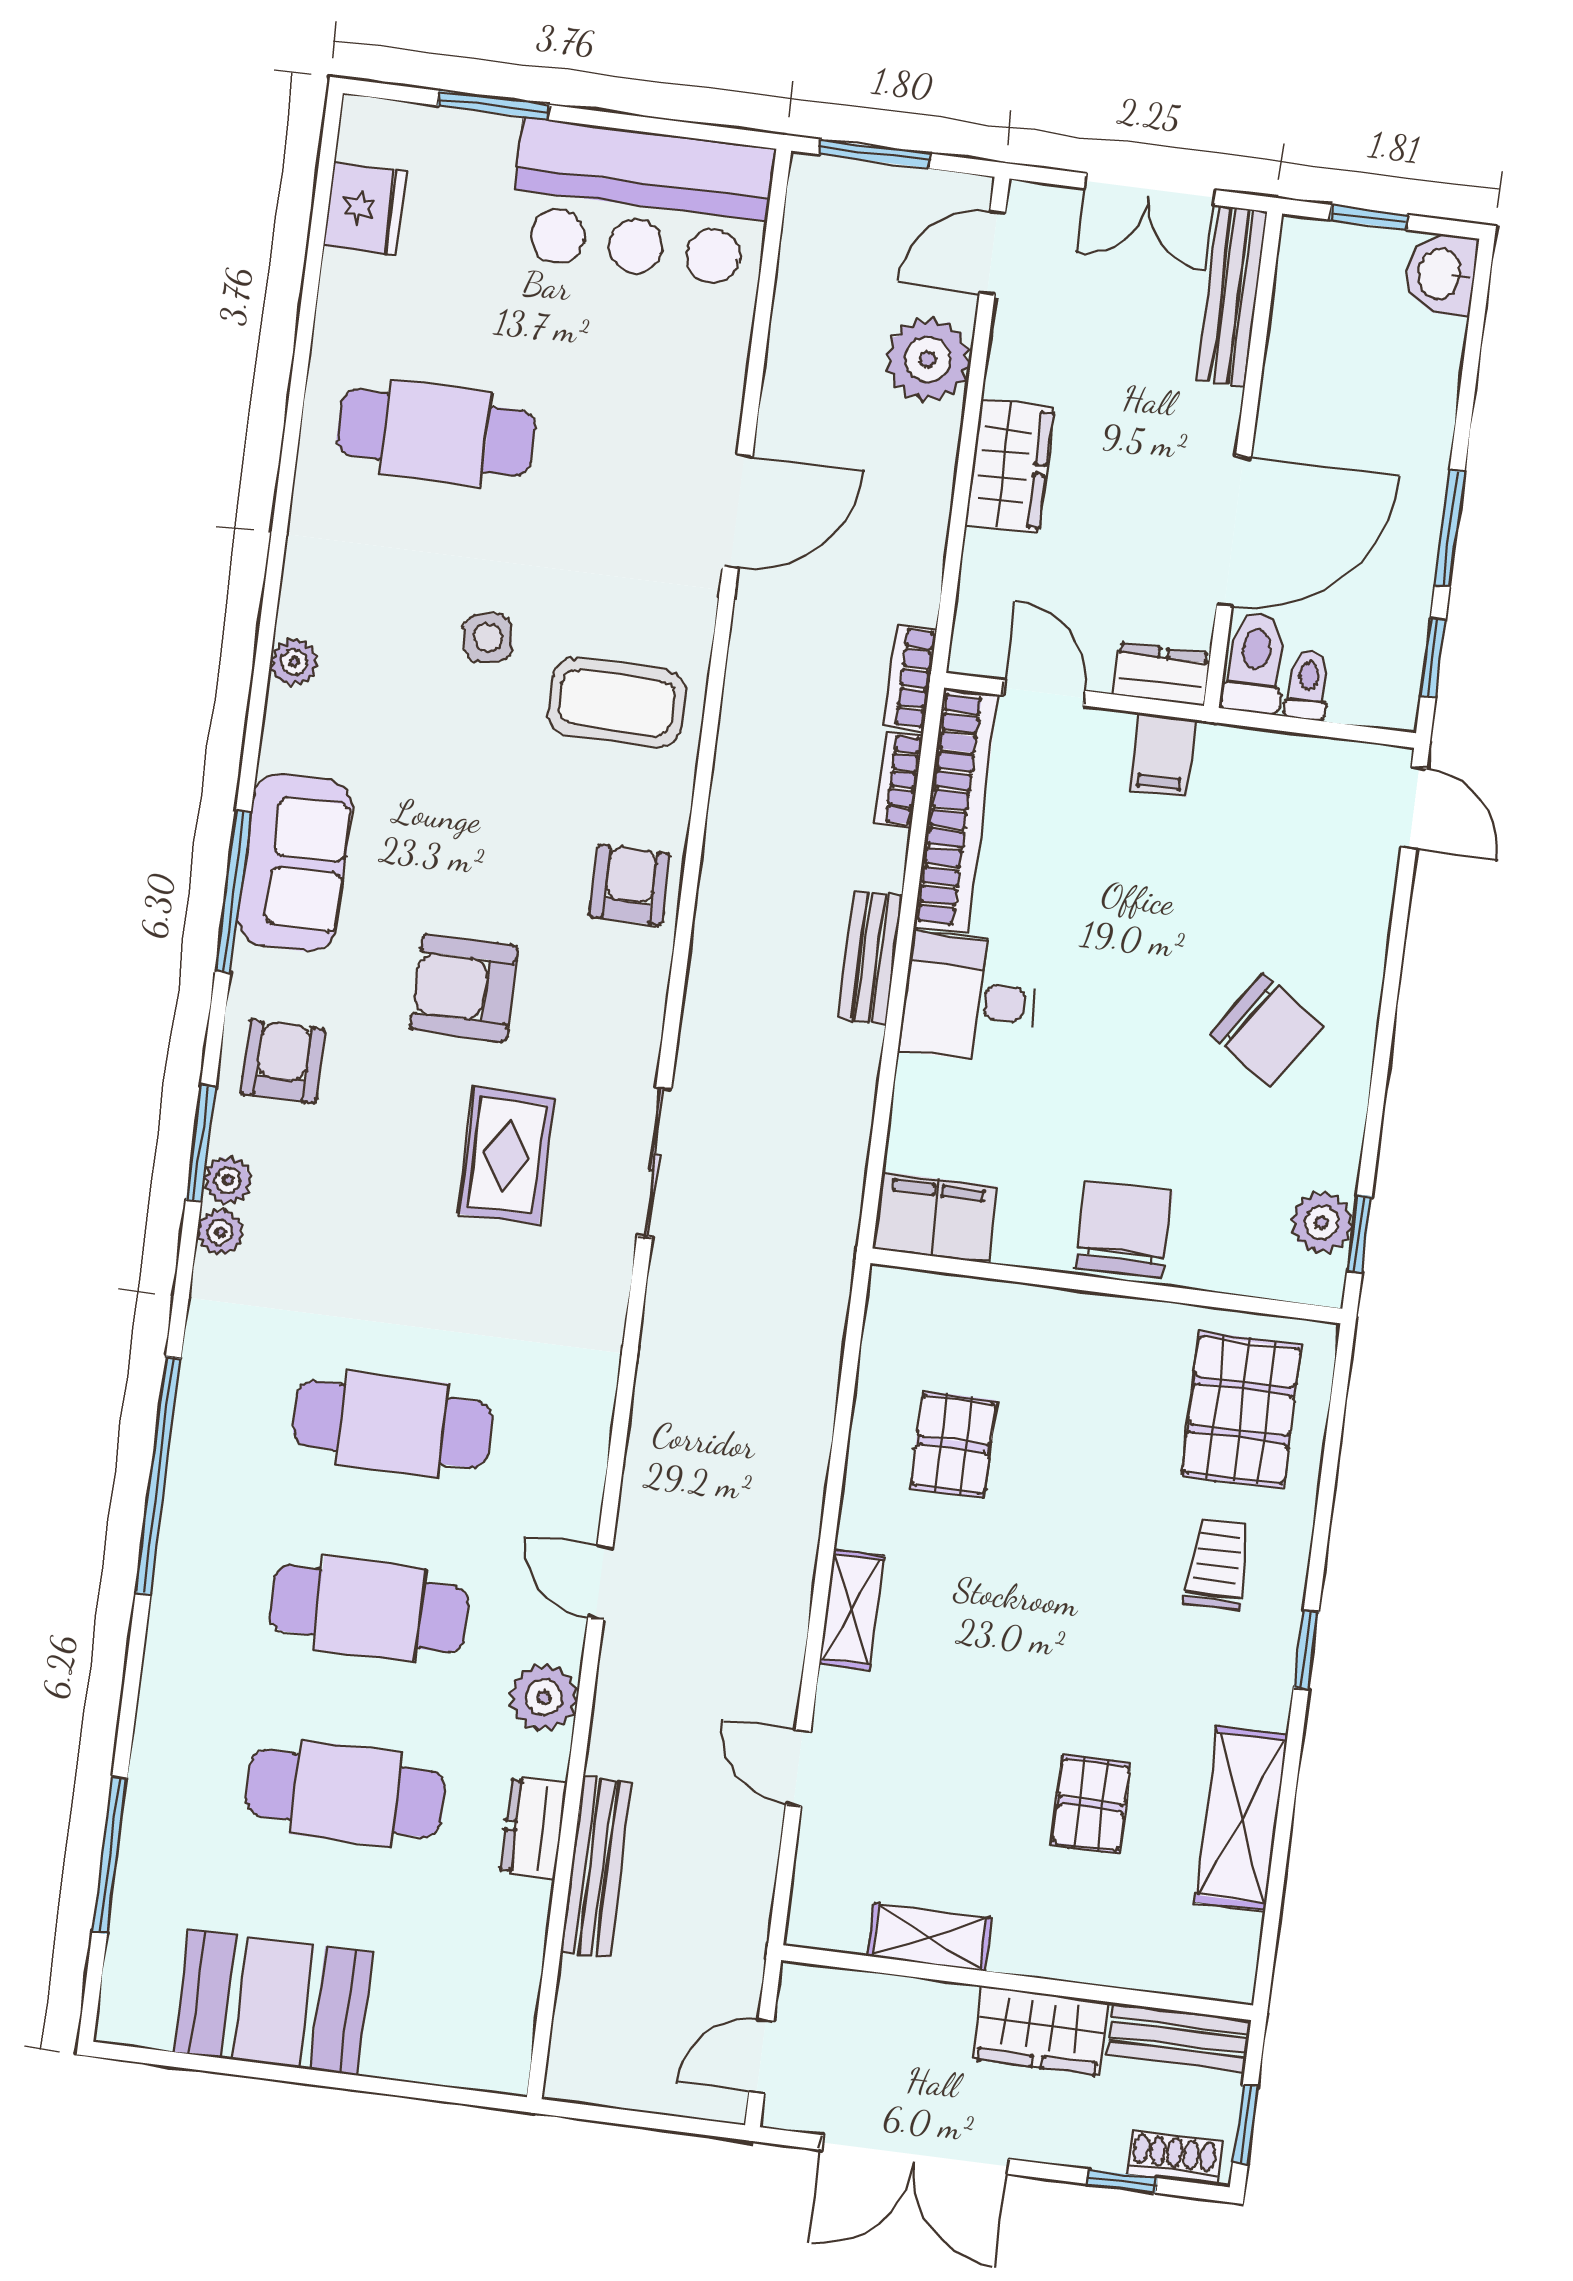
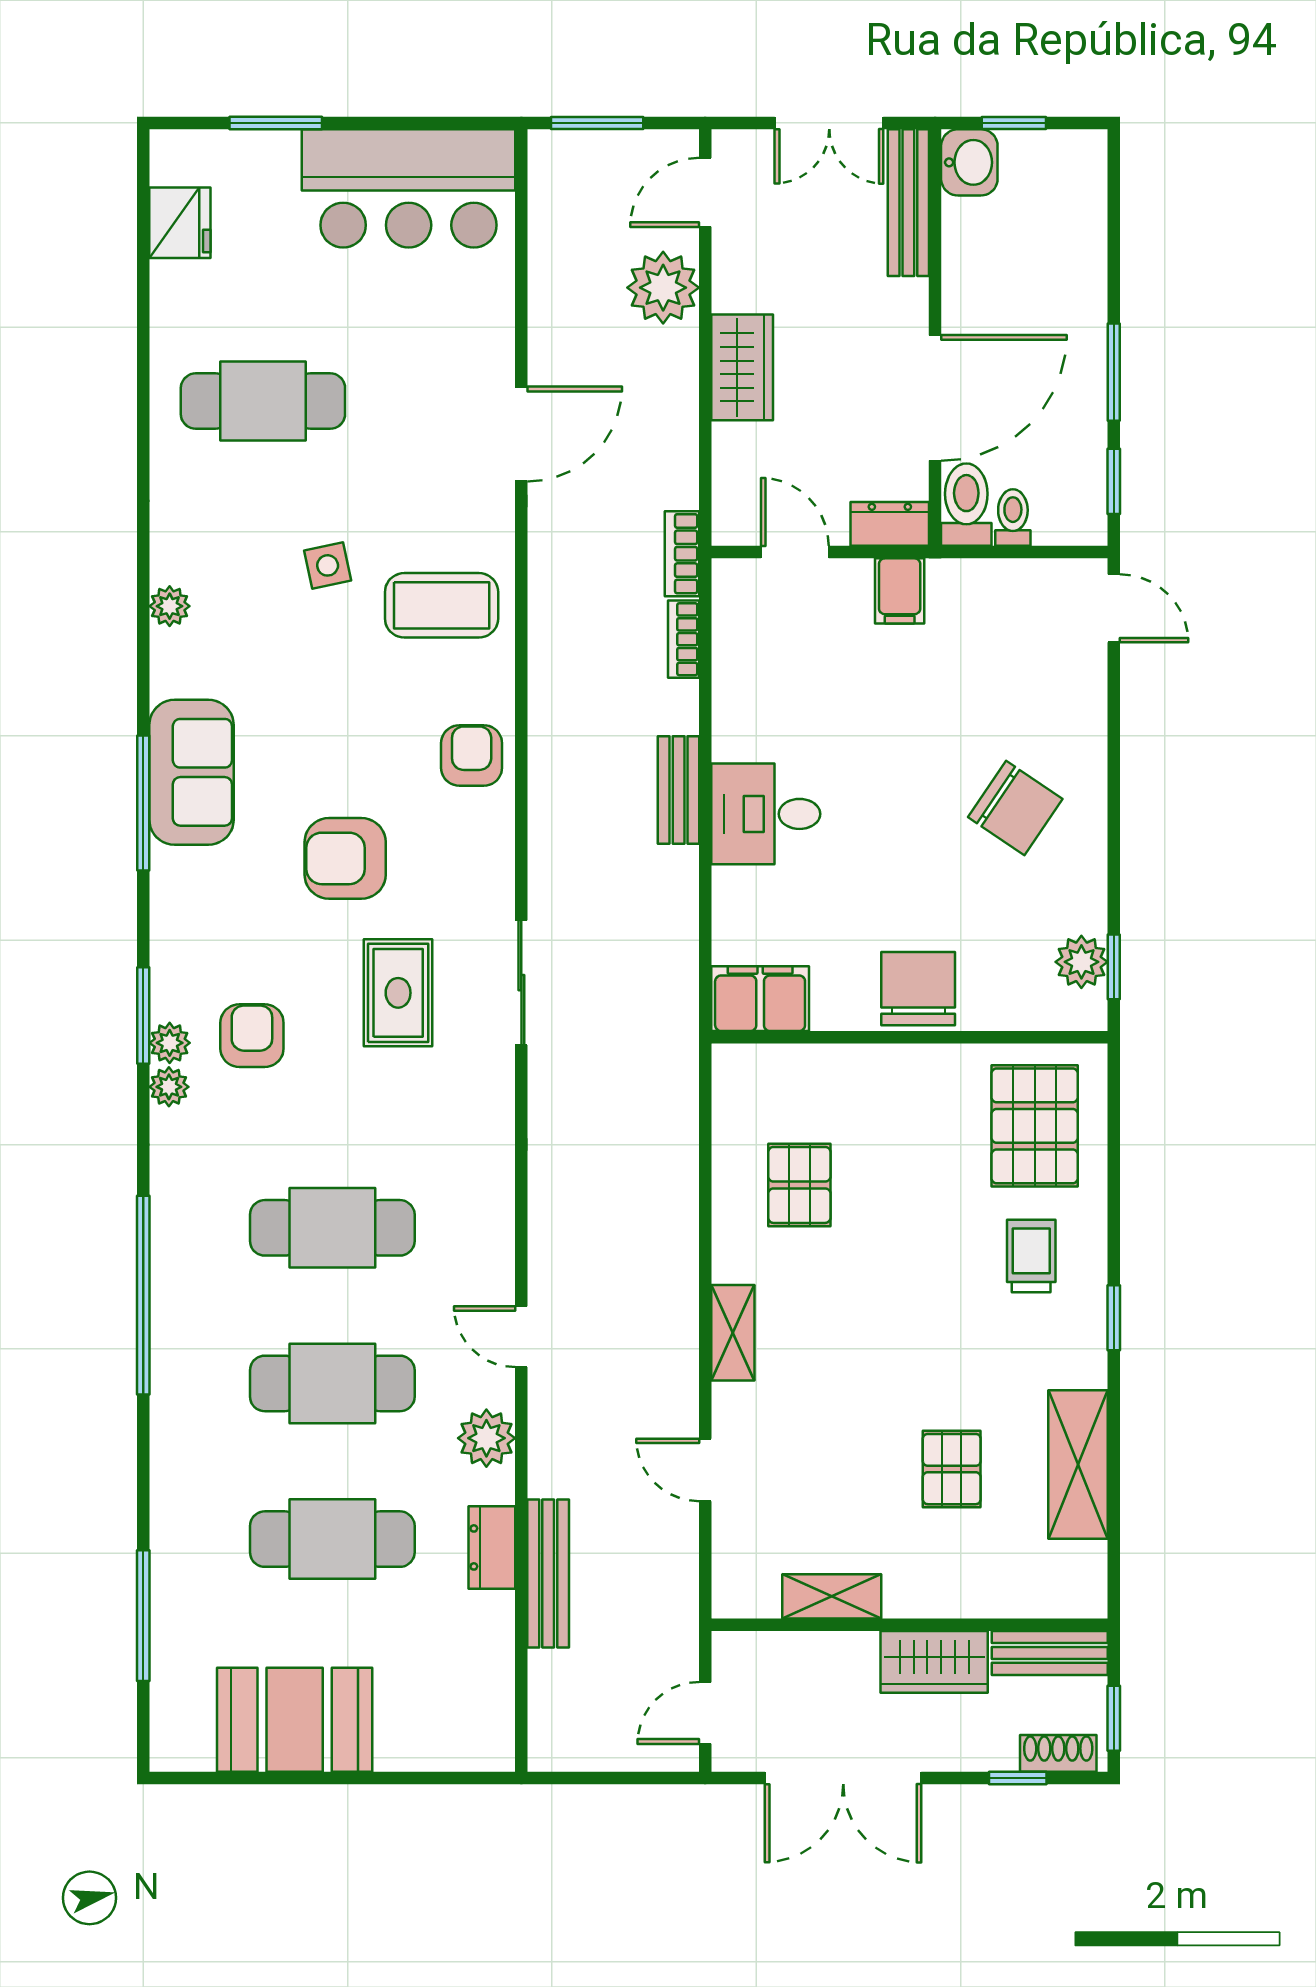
washbasin: (1441, 274) -> (969, 162), moved, turned 180
bookcase: (956, 810) -> (734, 659), removed
armchair: (283, 1062) -> (252, 1036), moved

